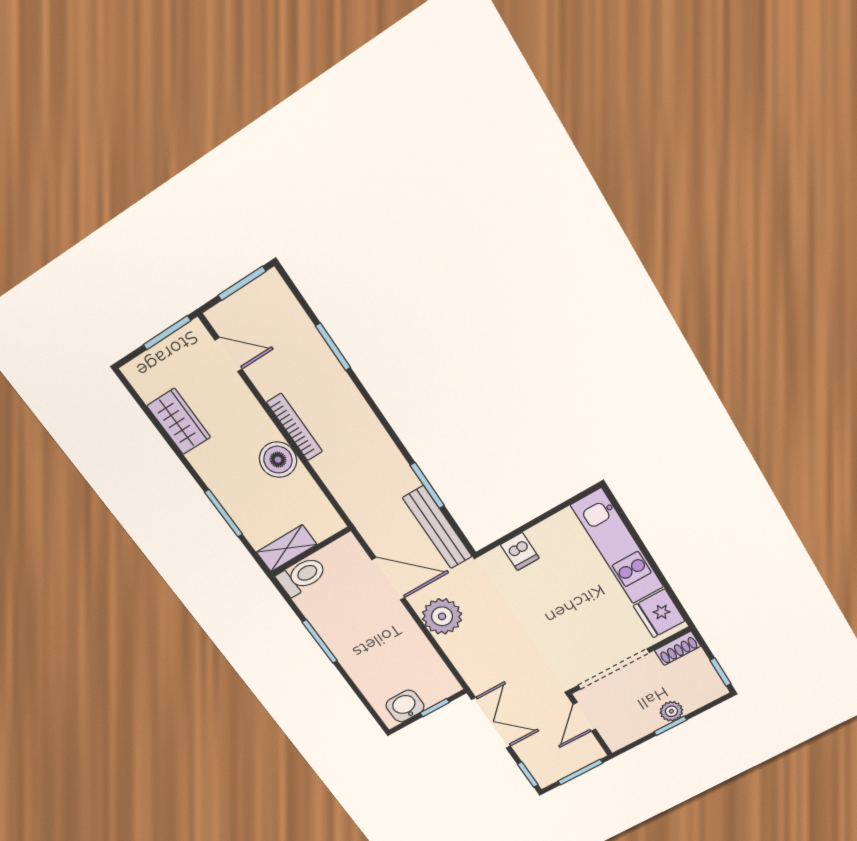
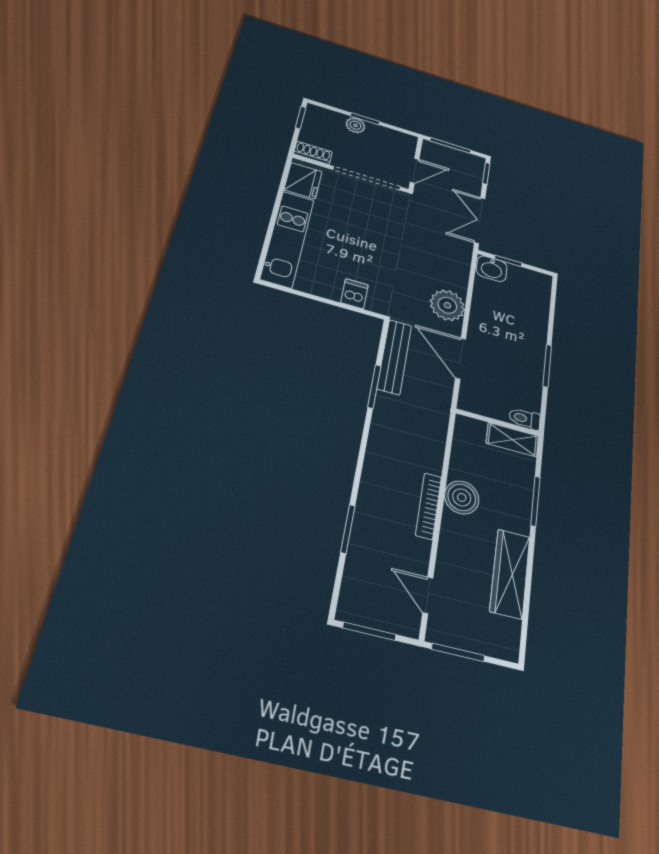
wardrobe: (179, 421) -> (510, 574), width x1.50
toilet: (302, 576) -> (525, 419), width x0.73, depth x0.72
washbasin: (405, 706) -> (492, 269), moved

